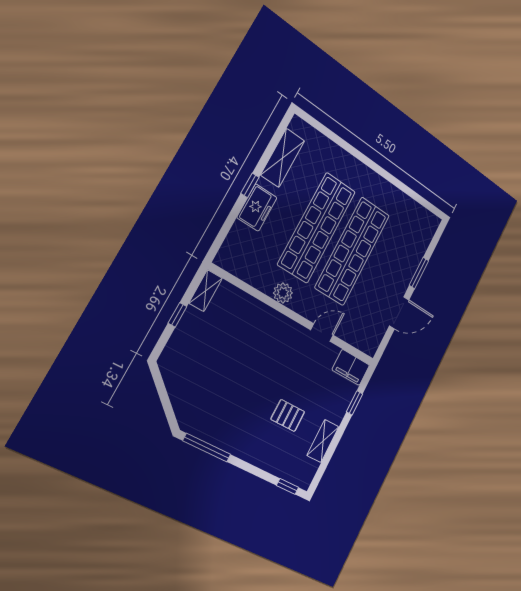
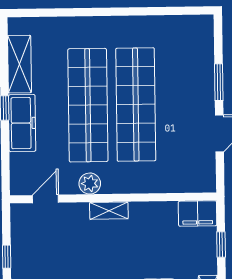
freezer: (257, 208) -> (22, 123), width x1.40
shelving: (206, 291) -> (109, 211), moved, turned 90
door: (322, 332) -> (45, 199), moved

